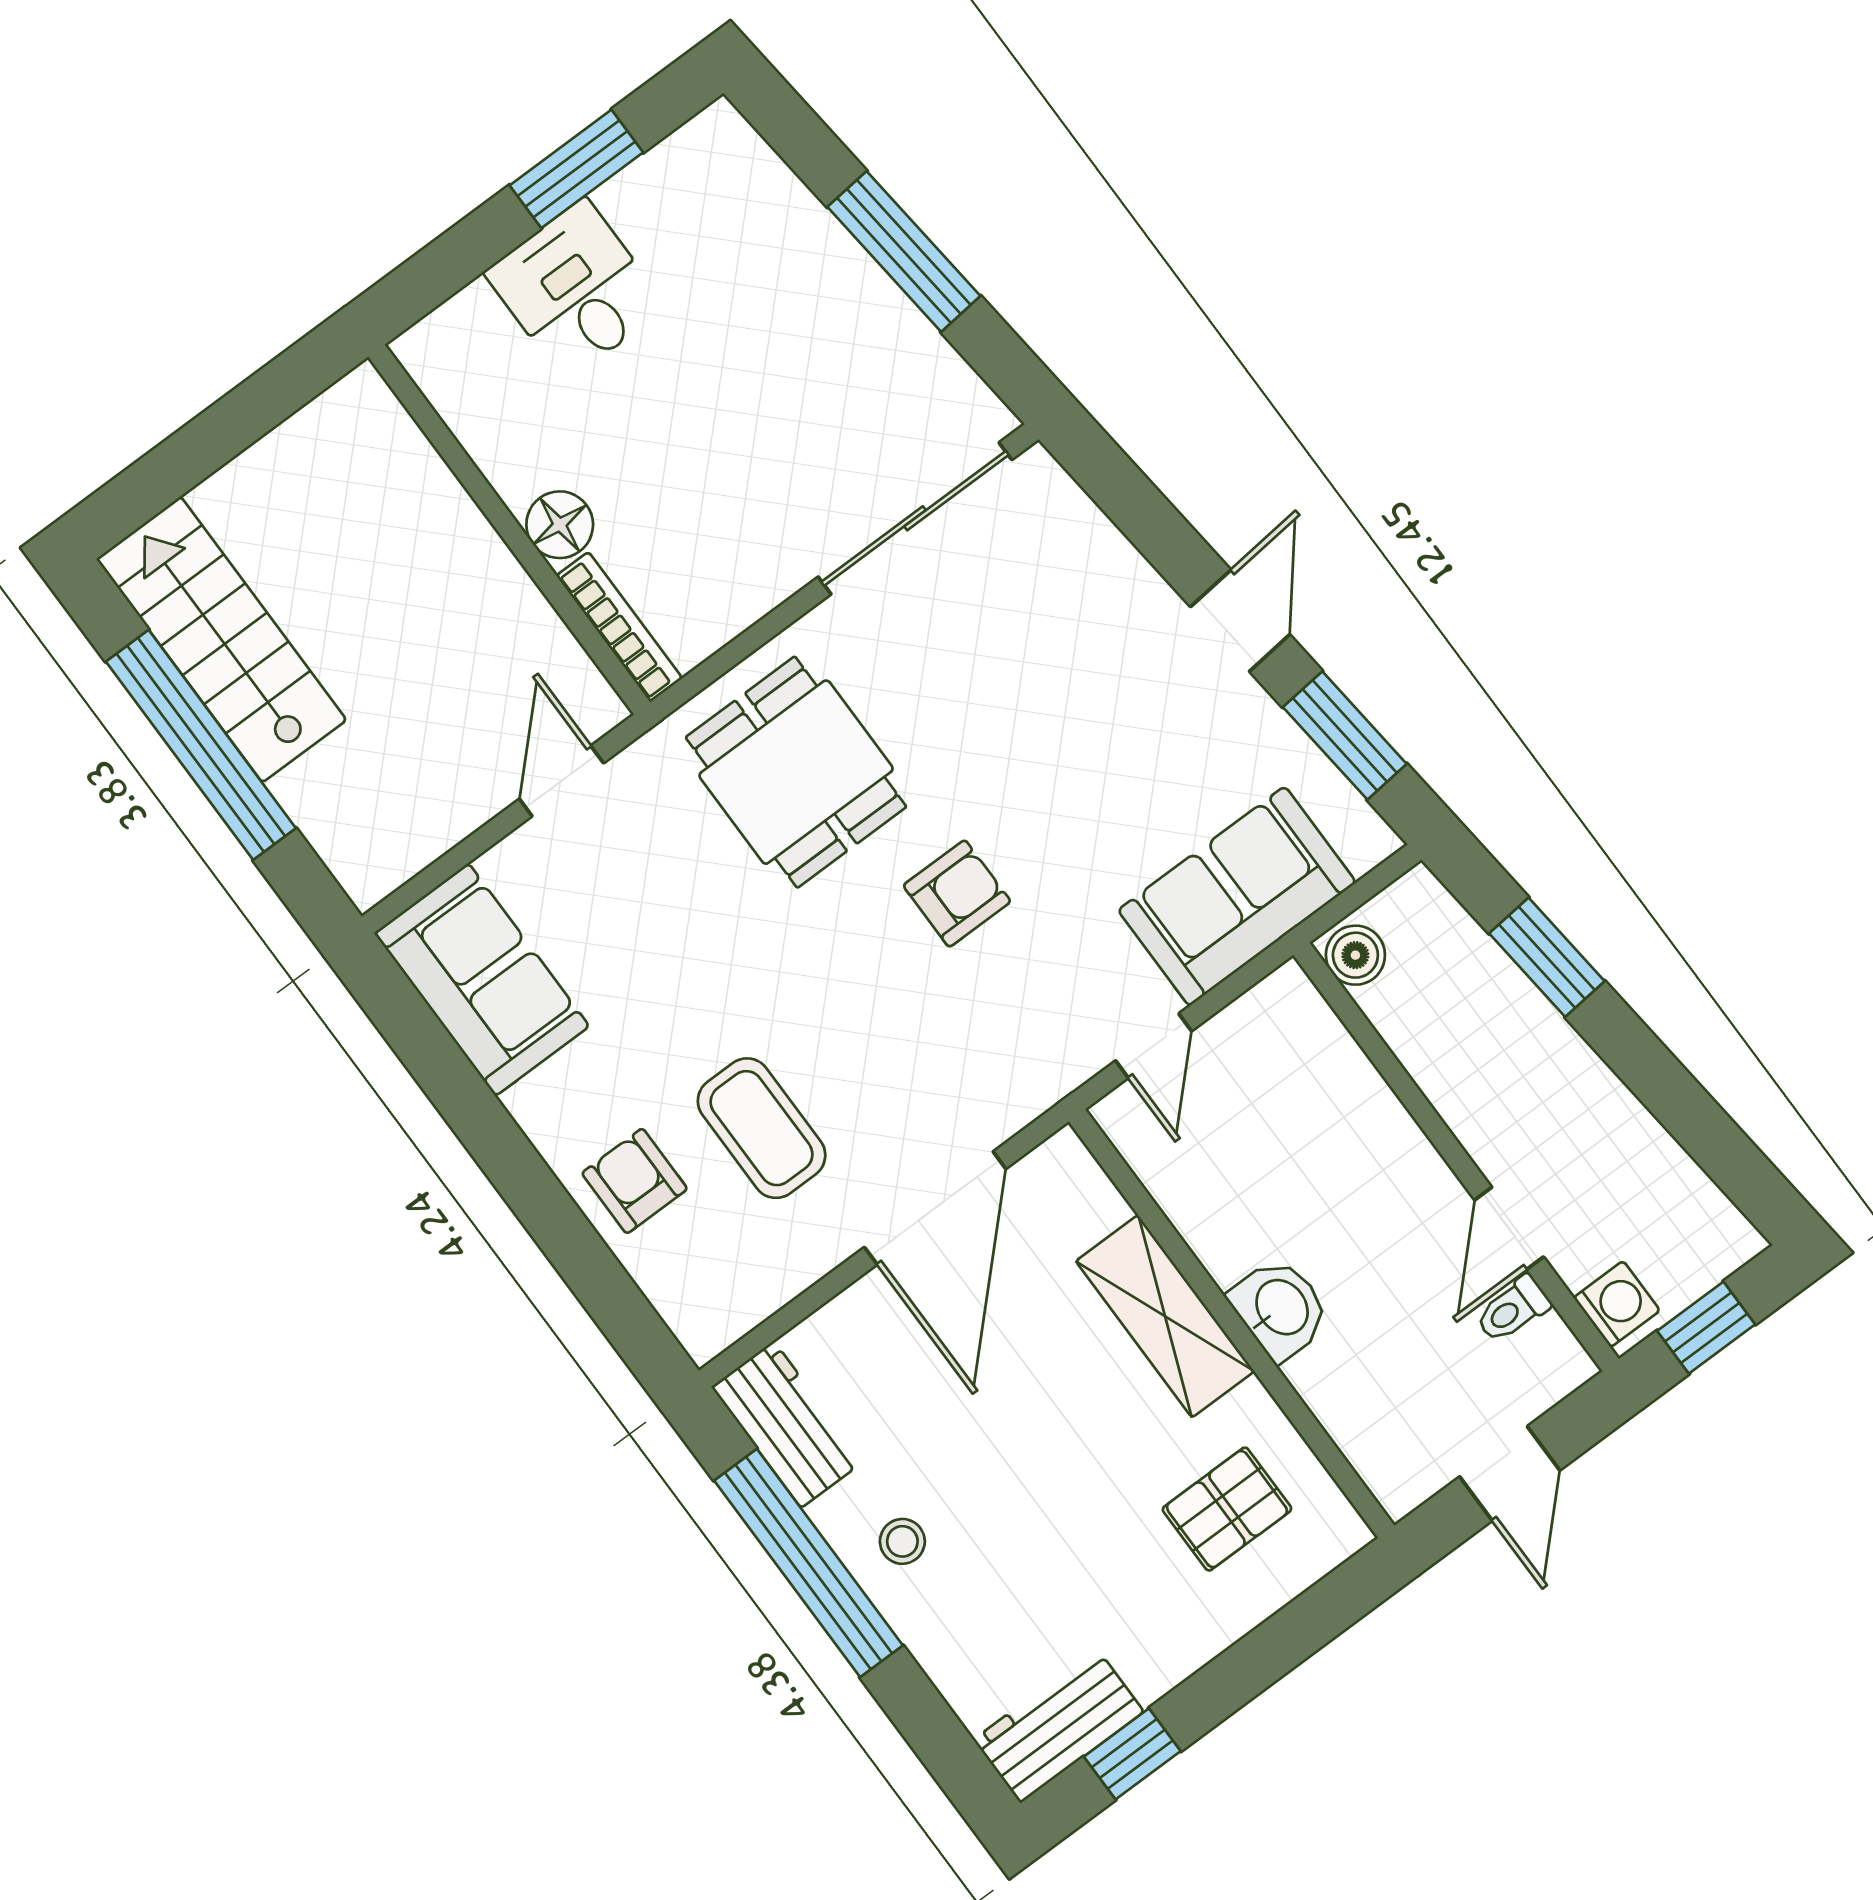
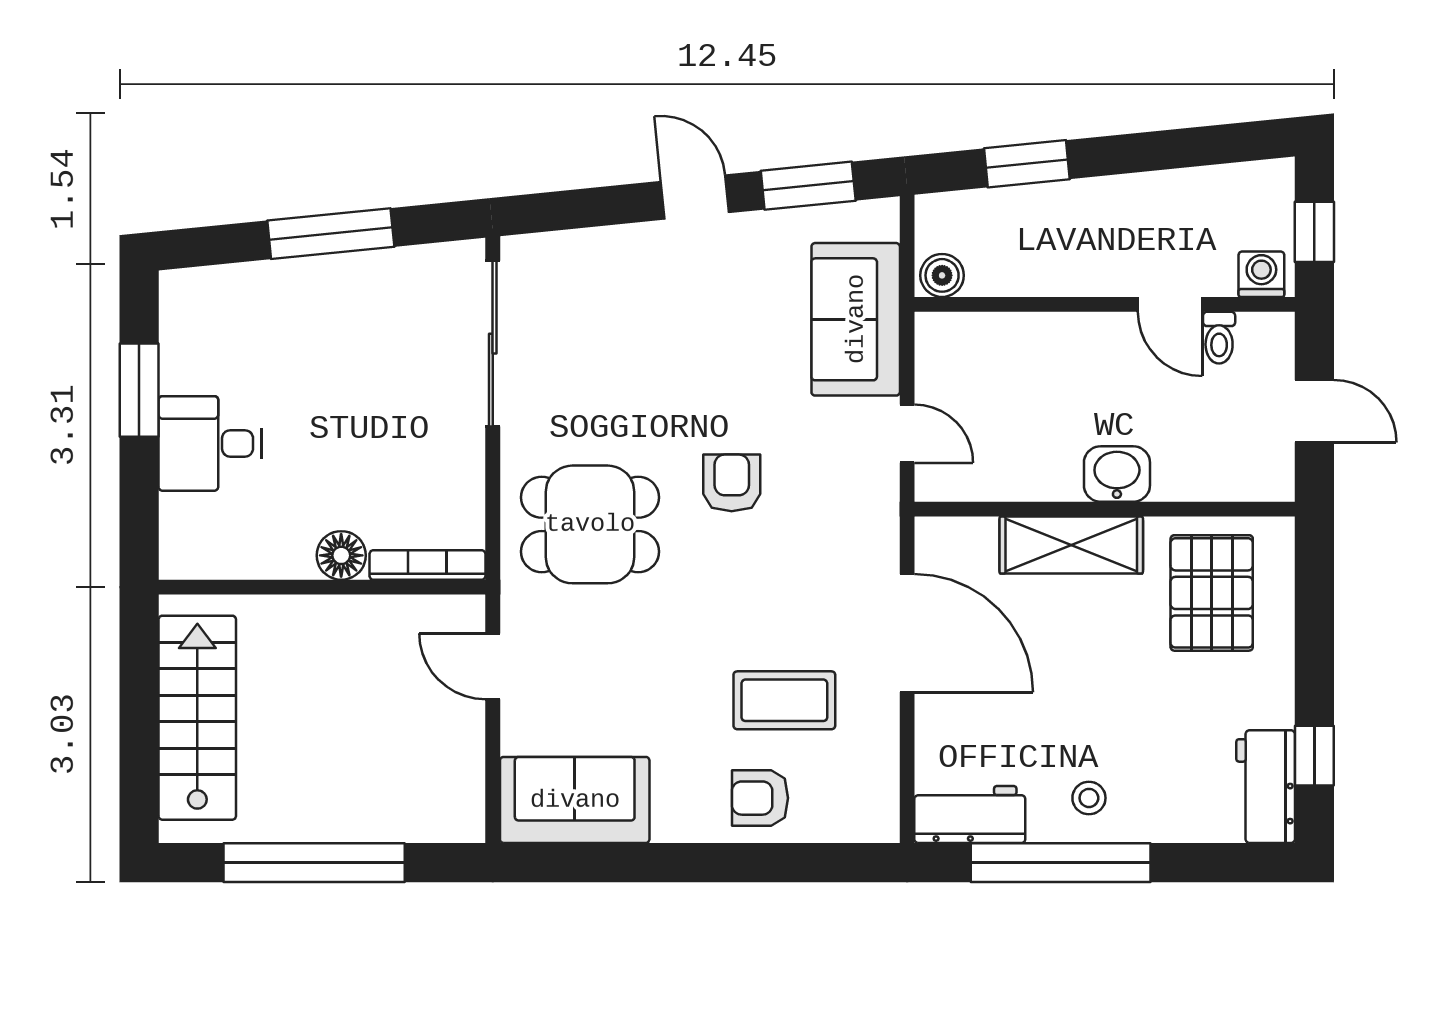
stairs: (221, 639) -> (197, 718), moved, turned 90
pallet: (1227, 1509) -> (1212, 593), width x1.50, depth x1.42

